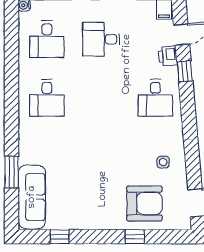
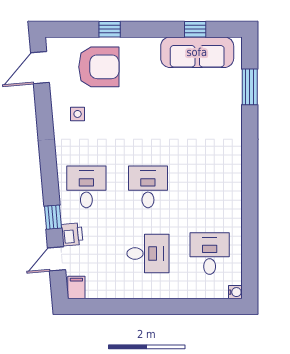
desk: (47, 98) -> (148, 187), moved
window: (12, 172) -> (250, 87), moved
sofa: (32, 197) -> (197, 52), moved, turned -90
armchair: (144, 204) -> (99, 67), turned 180

